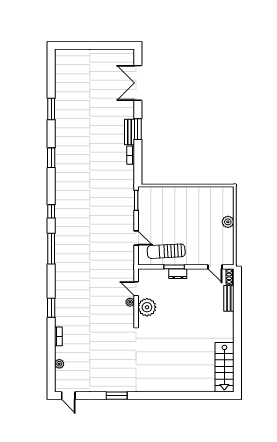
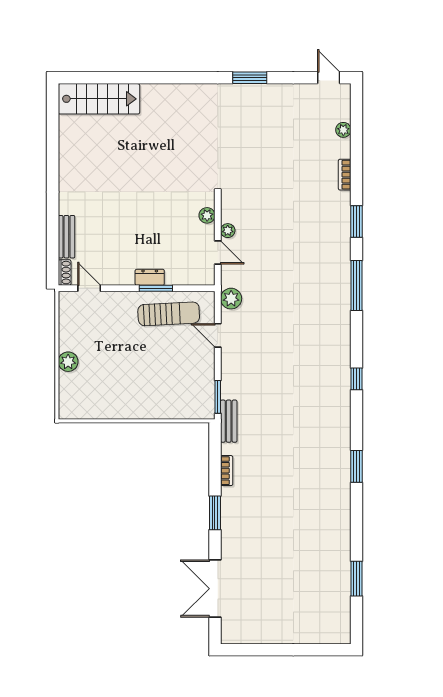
double door: (138, 83) -> (215, 589), swing flipped
window: (51, 109) -> (357, 579), moved
bench: (129, 132) -> (229, 421), moved
window: (51, 249) -> (357, 285), moved
plant: (128, 260) -> (231, 299), added
plant: (147, 307) -> (207, 215), width x0.53, depth x0.53
stairs: (224, 367) -> (99, 99), moved, turned 90

